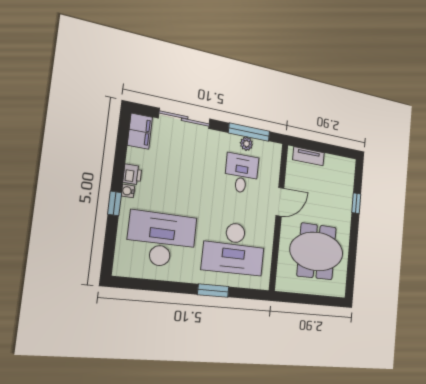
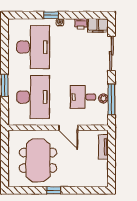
desk: (241, 173) -> (83, 97), turned 180
printer: (132, 174) -> (81, 24), moved
window: (356, 203) -> (54, 190), moved
desk: (234, 248) -> (33, 97), turned 180

